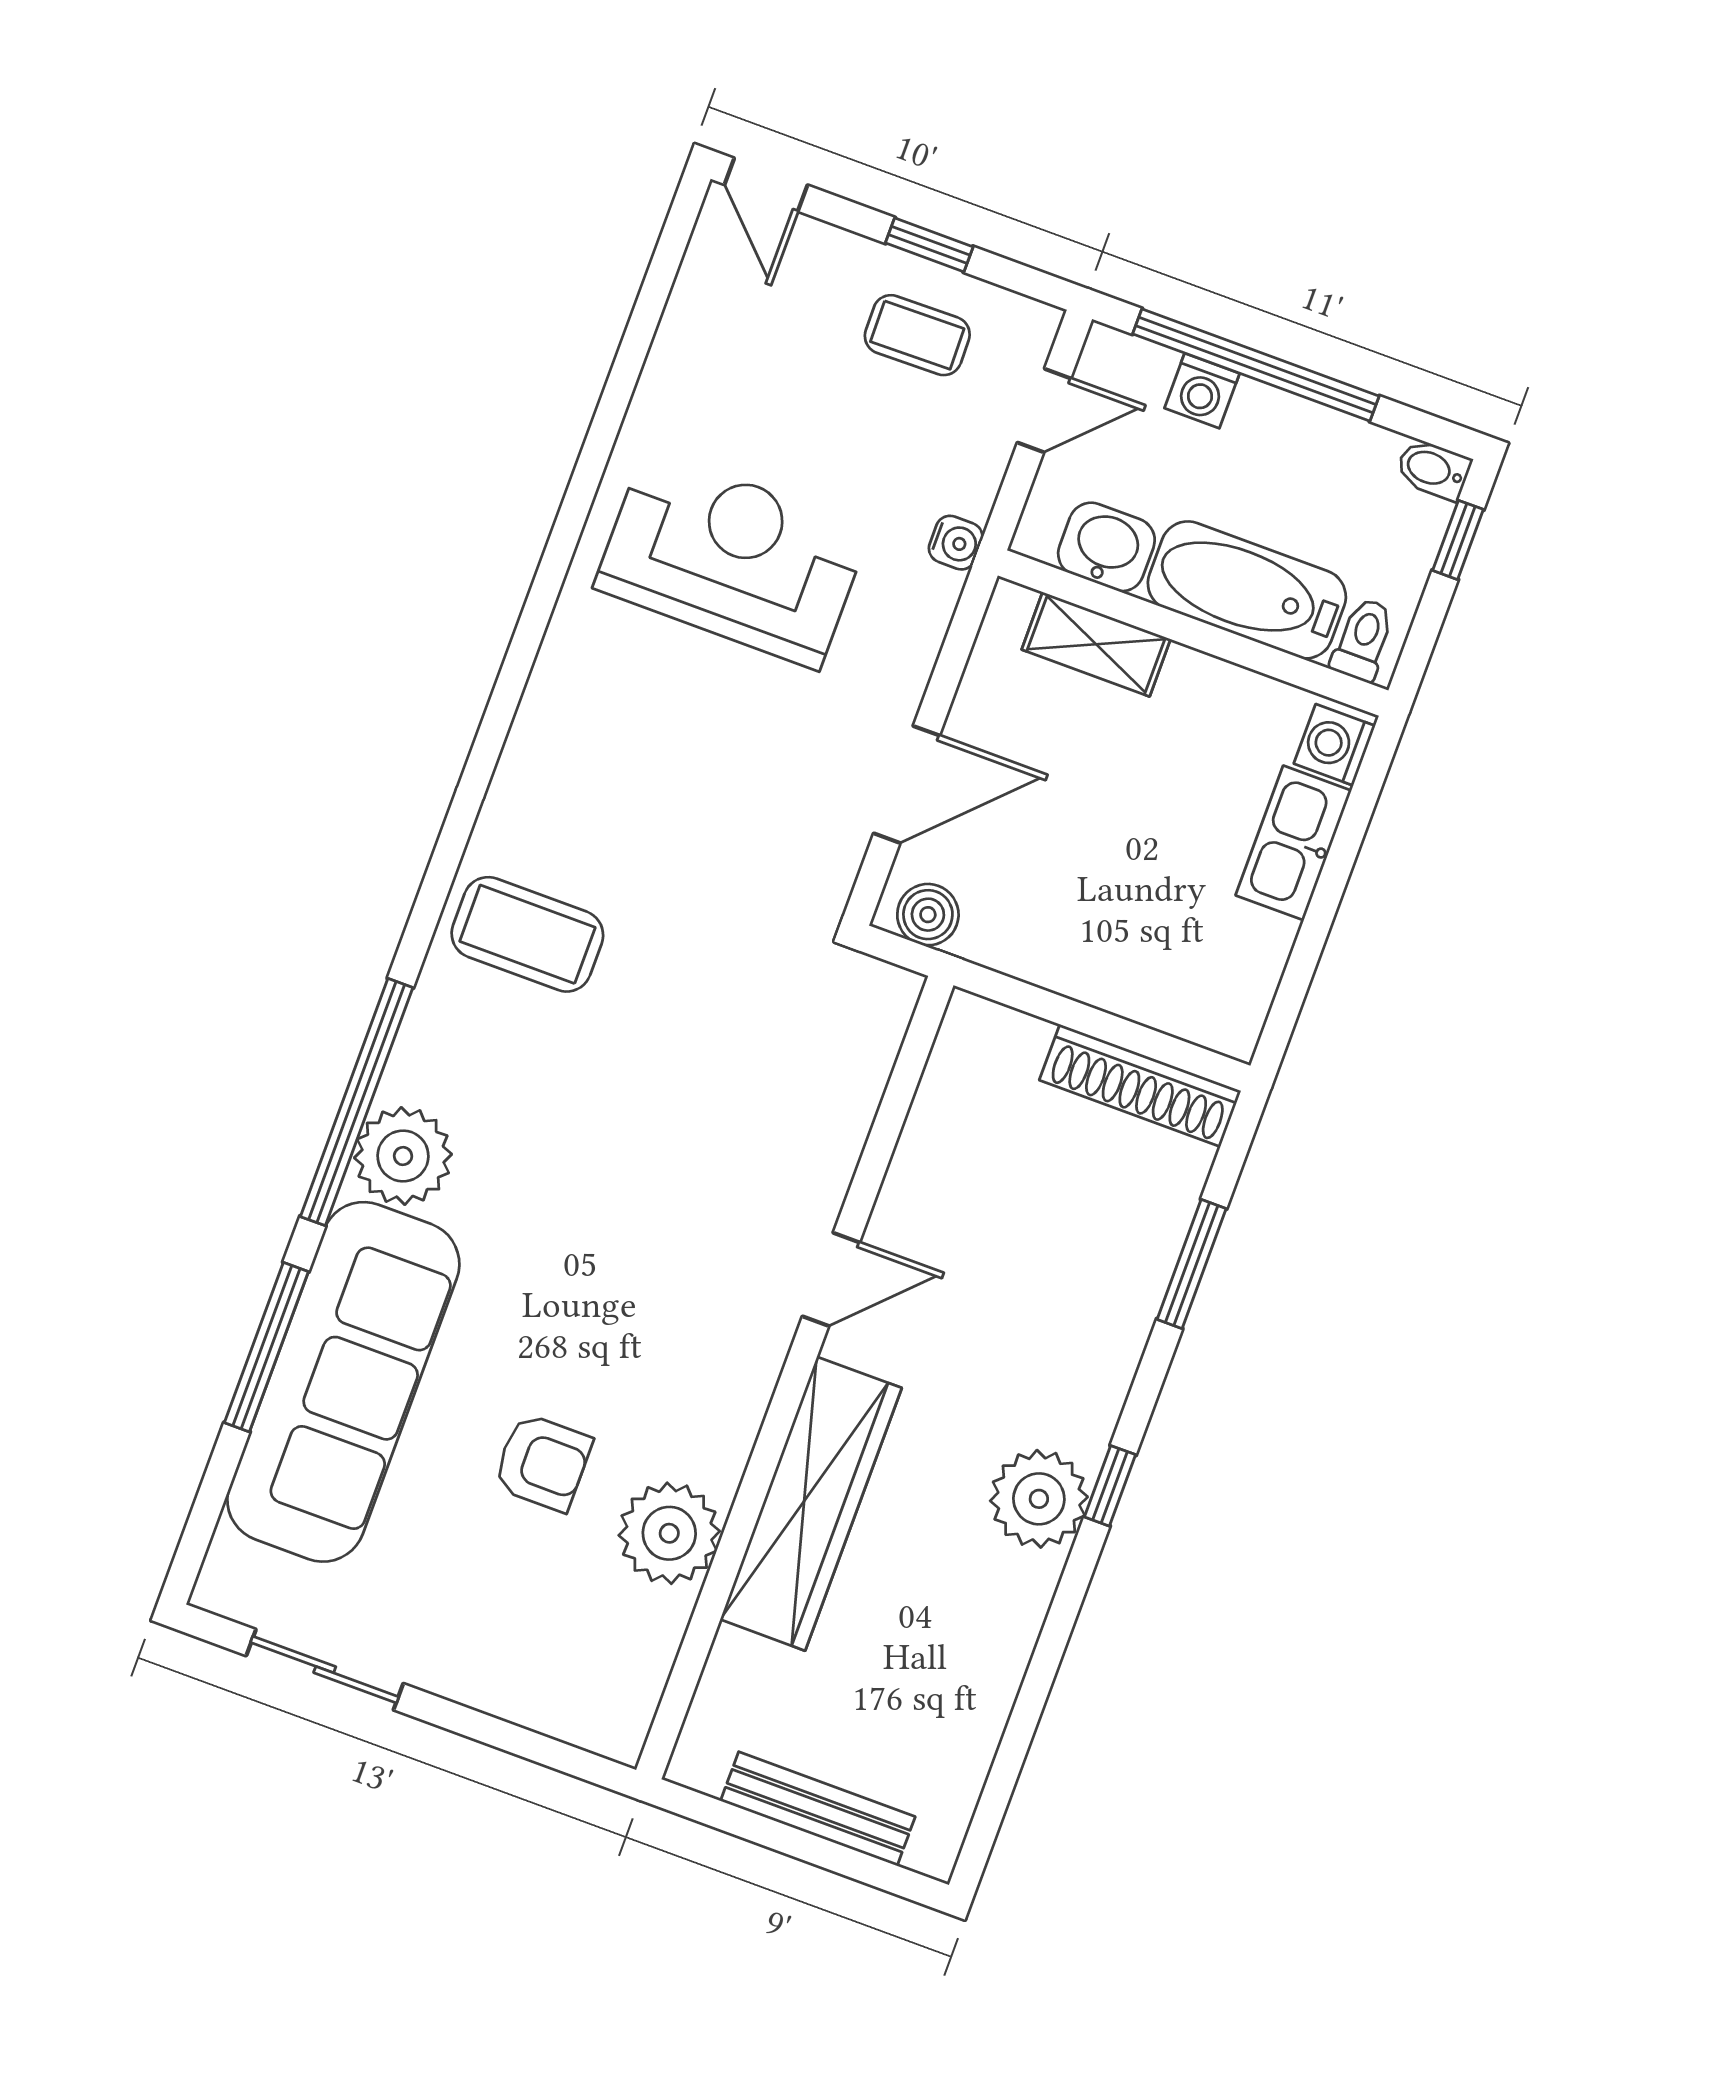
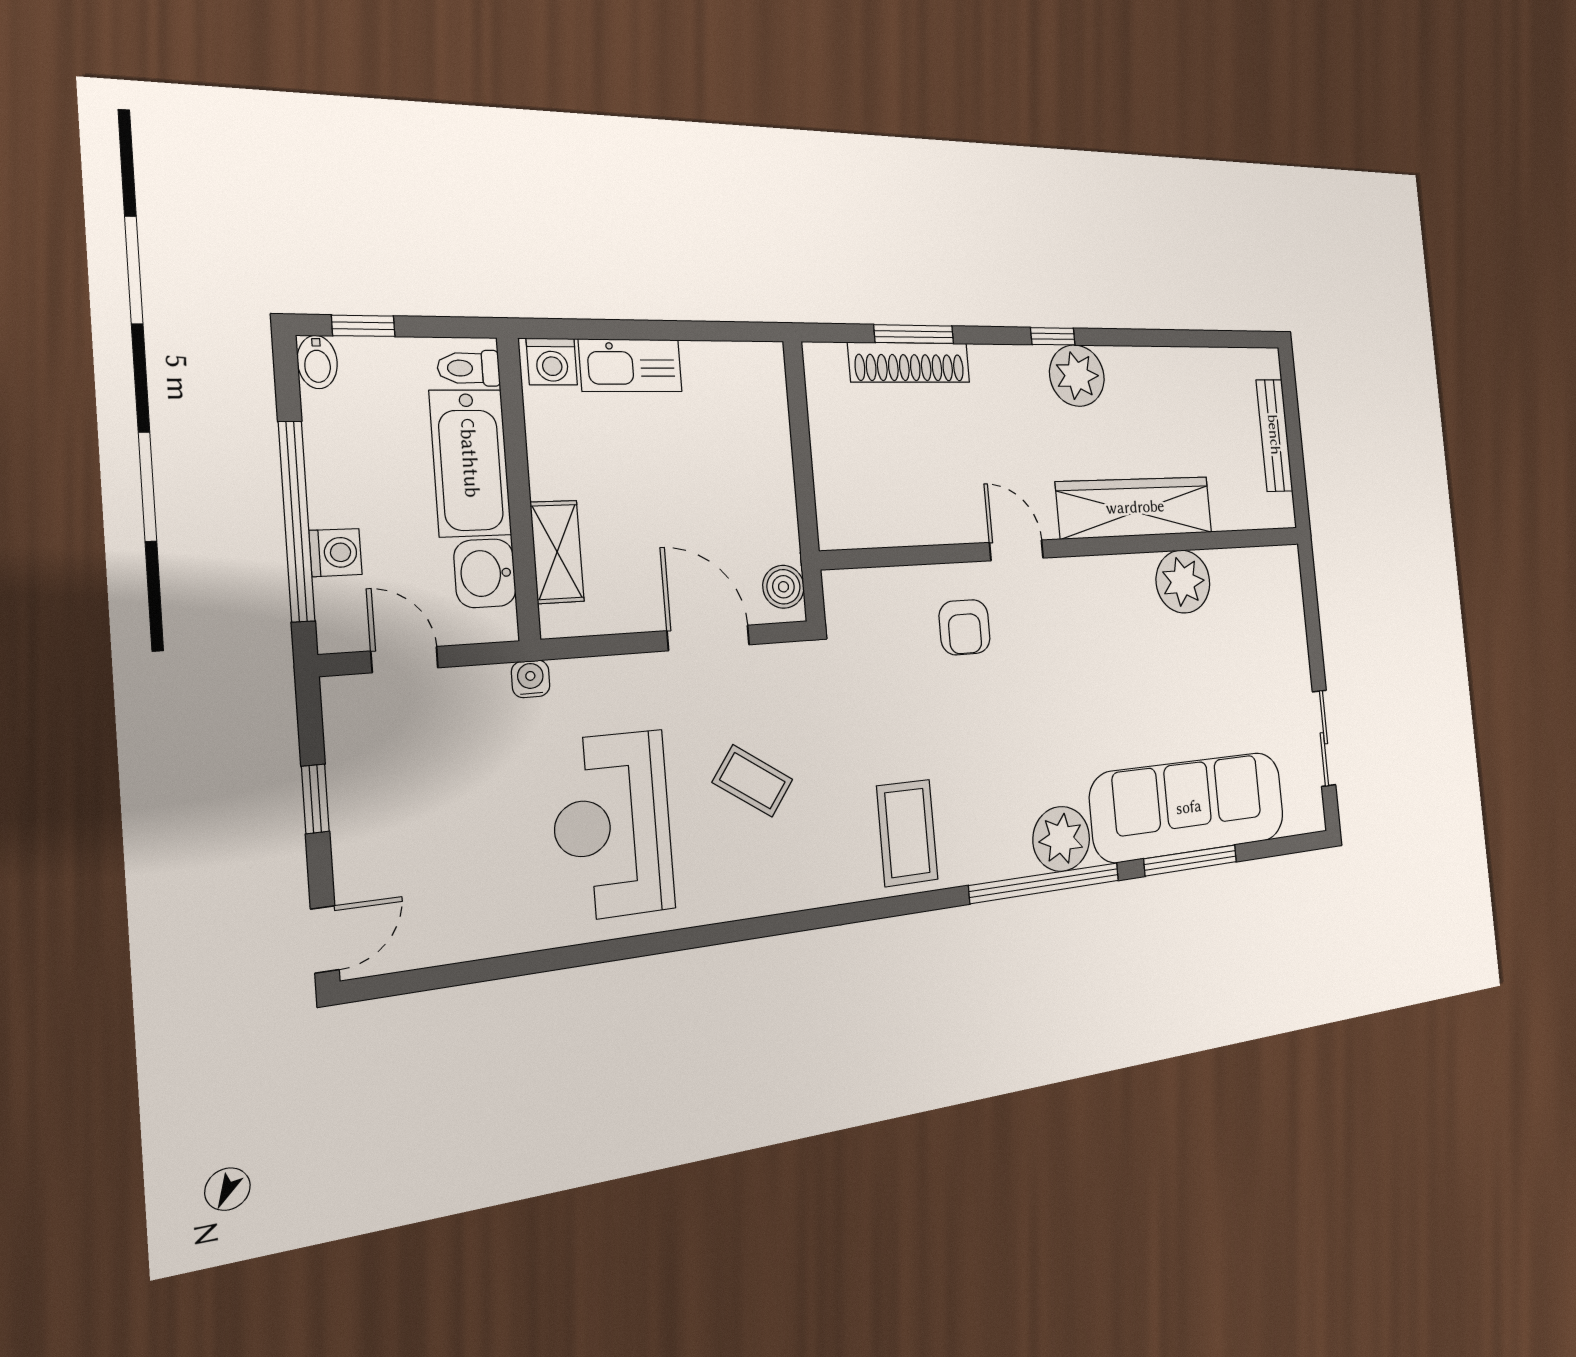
coffee table: (917, 335) -> (753, 781), moved, turned -54
shoe rack: (1140, 1086) -> (909, 363), moved, turned 90
armchair: (543, 1462) -> (965, 627), moved, turned 180

